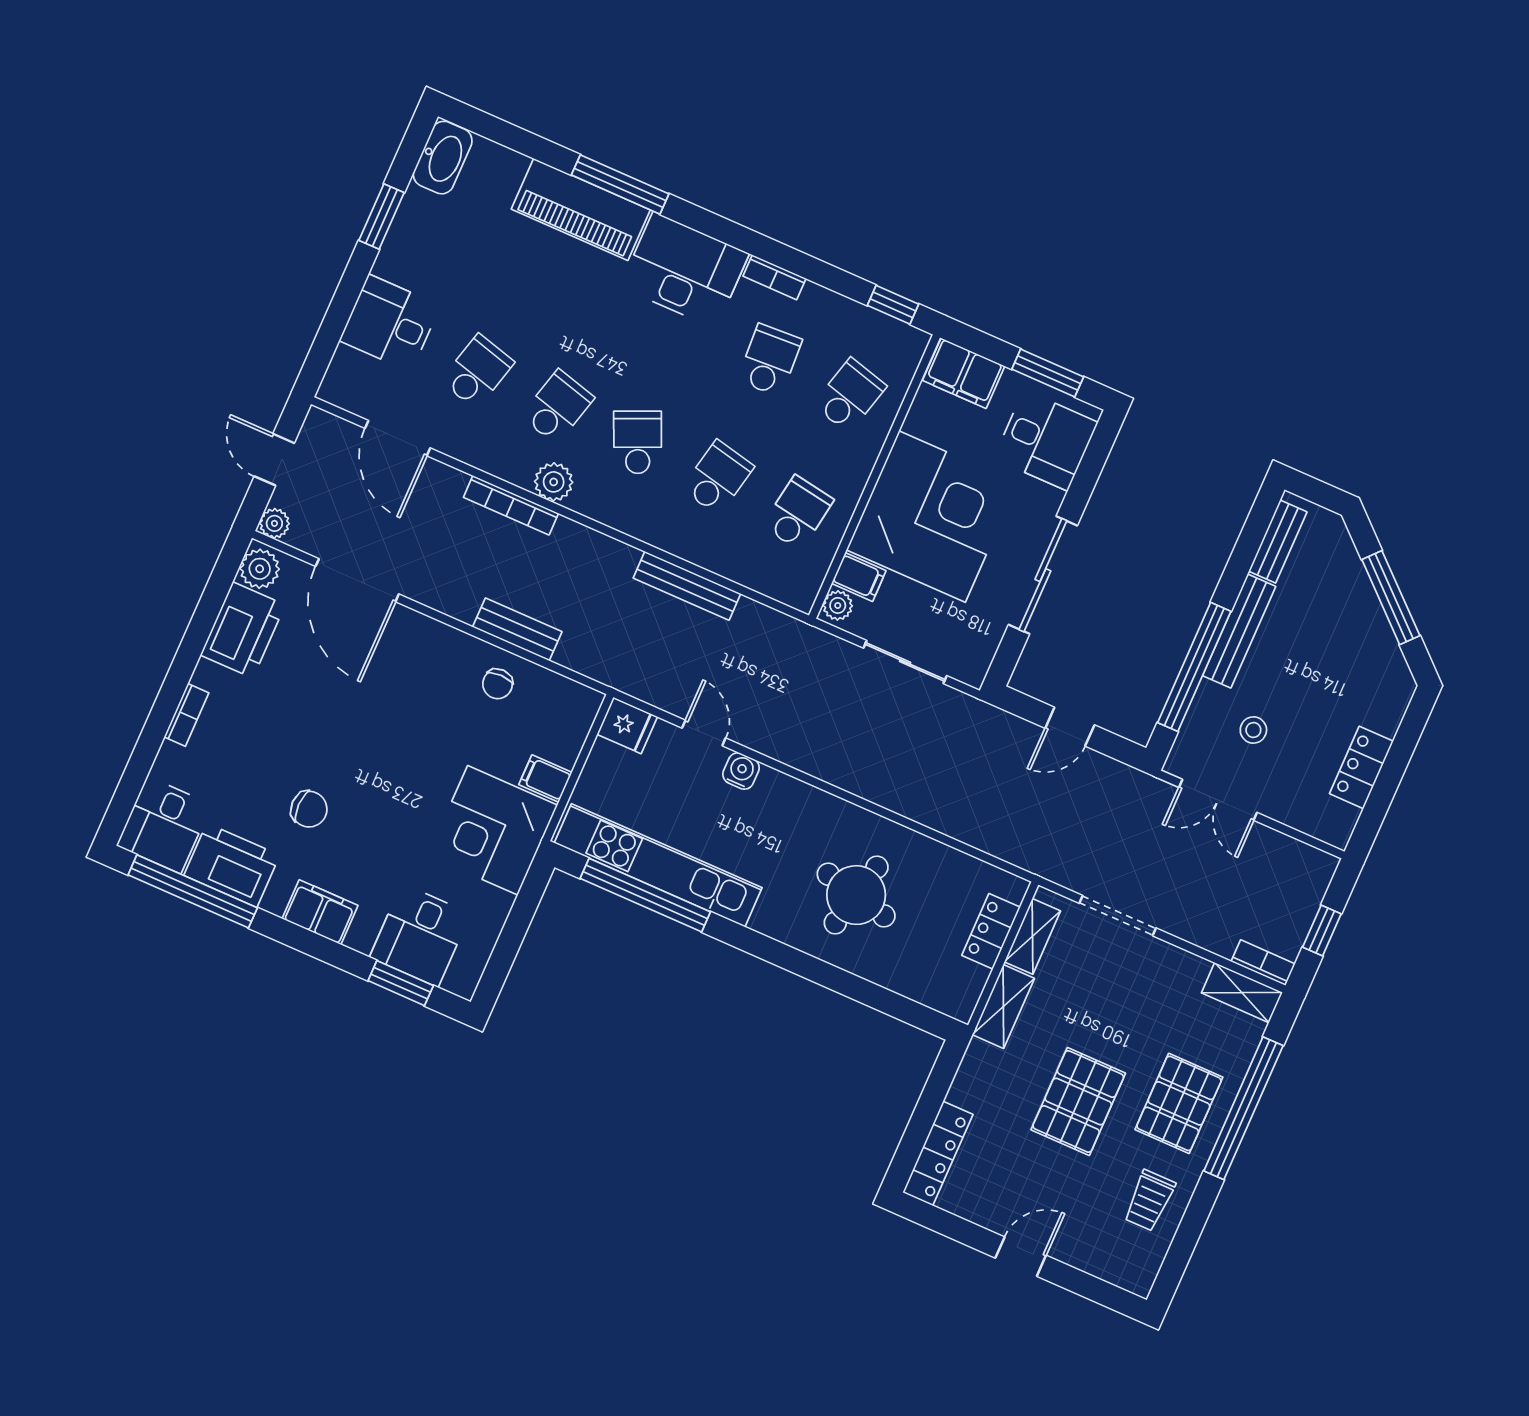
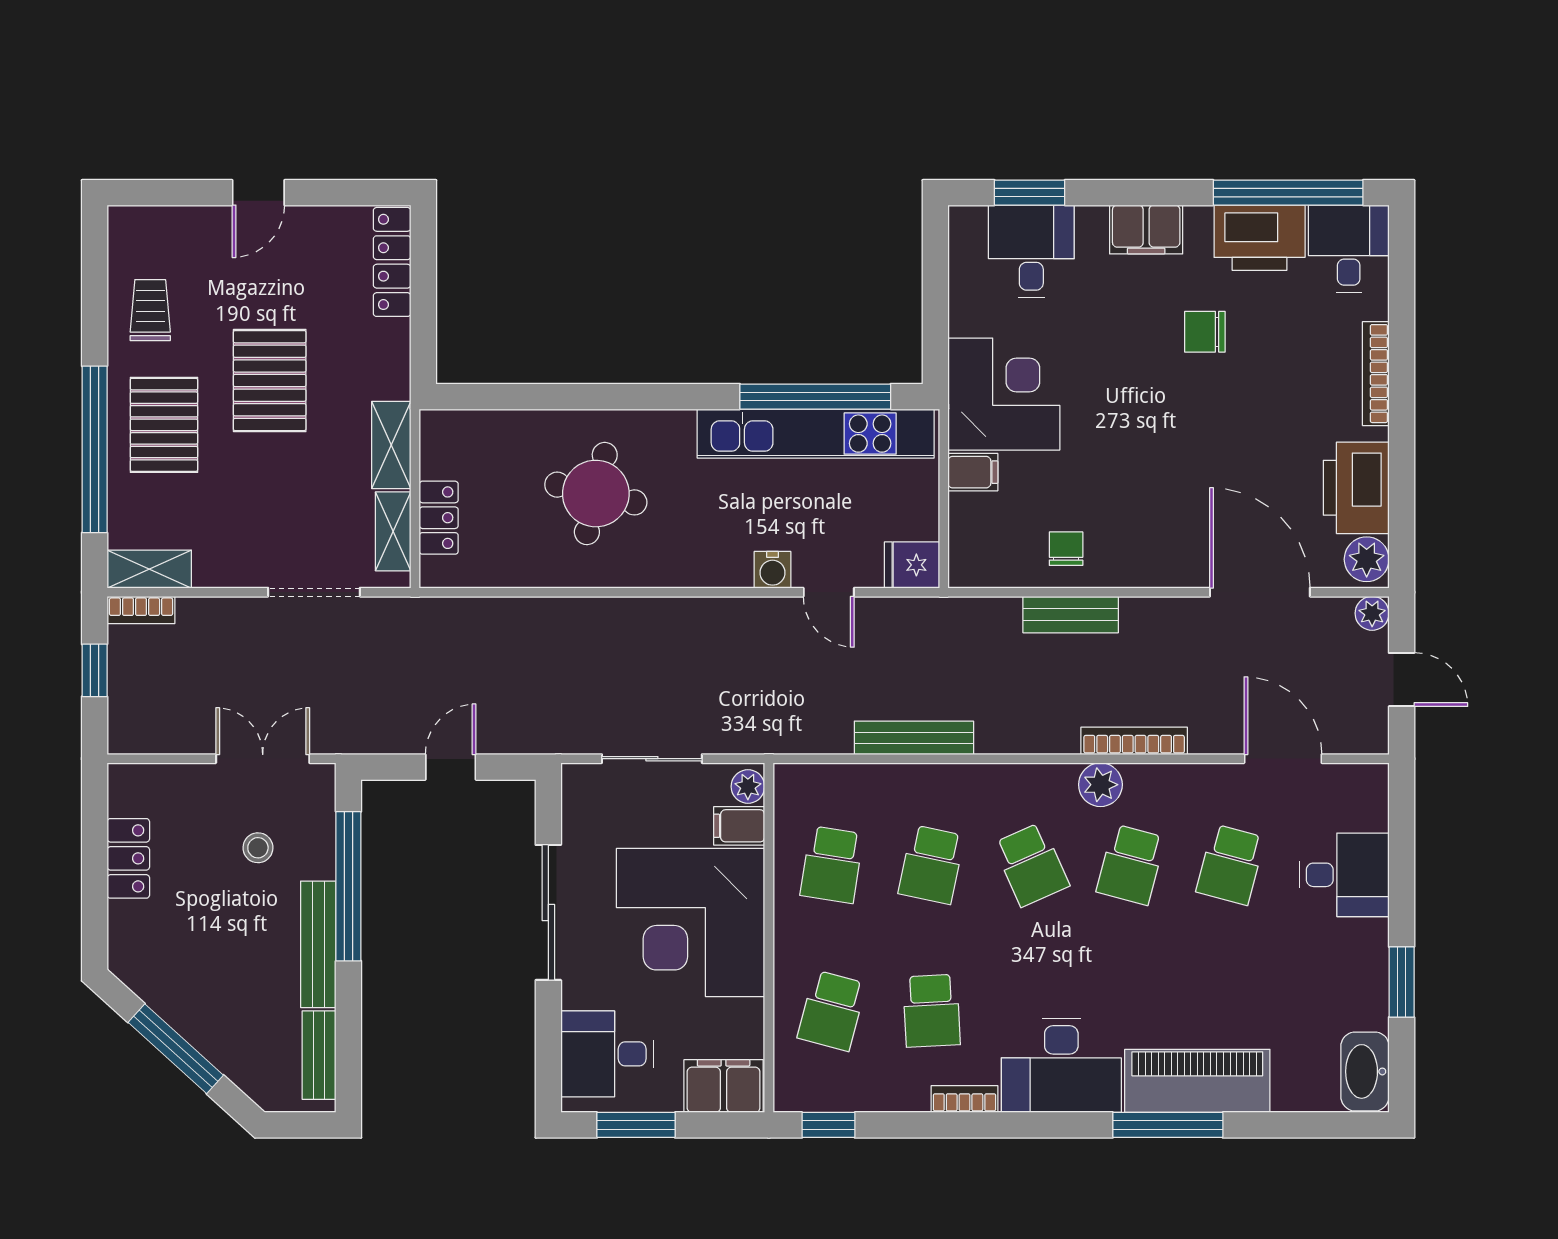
bookcase: (186, 715) -> (1376, 374), width x1.56

